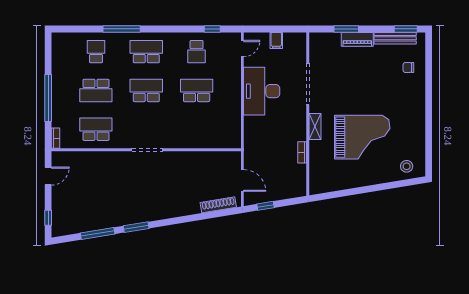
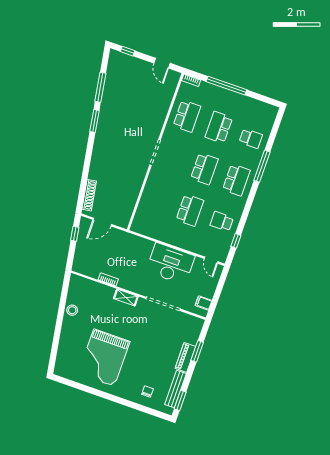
filing cabinet: (276, 40) -> (204, 303), moved
grand piano: (362, 137) -> (104, 358), moved
stool: (407, 166) -> (72, 310), moved

